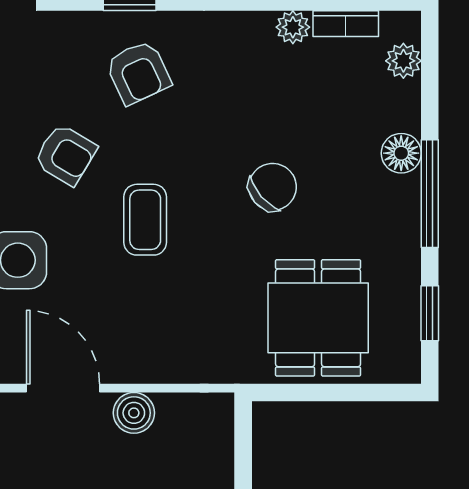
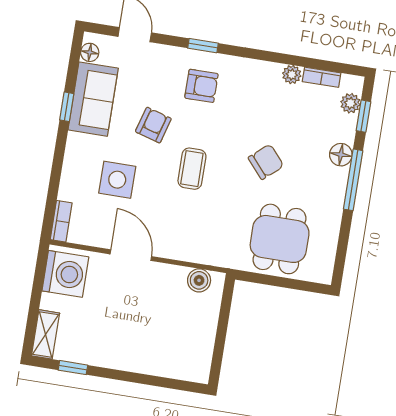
armchair: (138, 73) -> (201, 86), turned -65
armchair: (66, 155) -> (153, 125), turned -105
window: (430, 313) -> (363, 116), moved
boiler: (134, 413) -> (199, 280), moved

